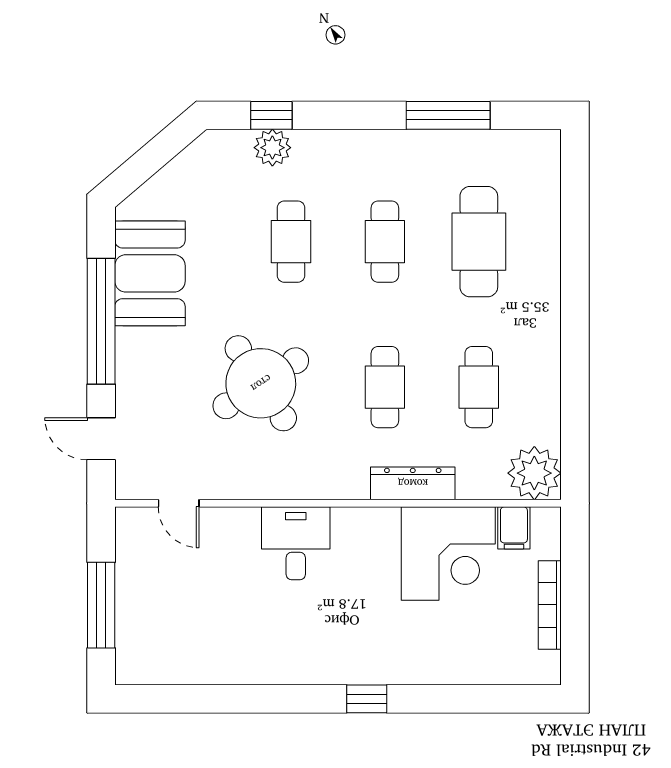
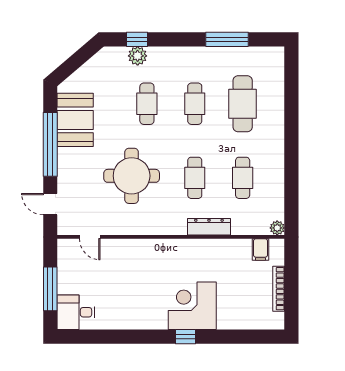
round table: (261, 383) -> (132, 176), turned 33
plant: (534, 473) -> (277, 228), width x0.53, depth x0.53
desk: (296, 543) -> (76, 312), moved, turned -90
corner desk: (448, 554) -> (192, 306), moved, turned 180

